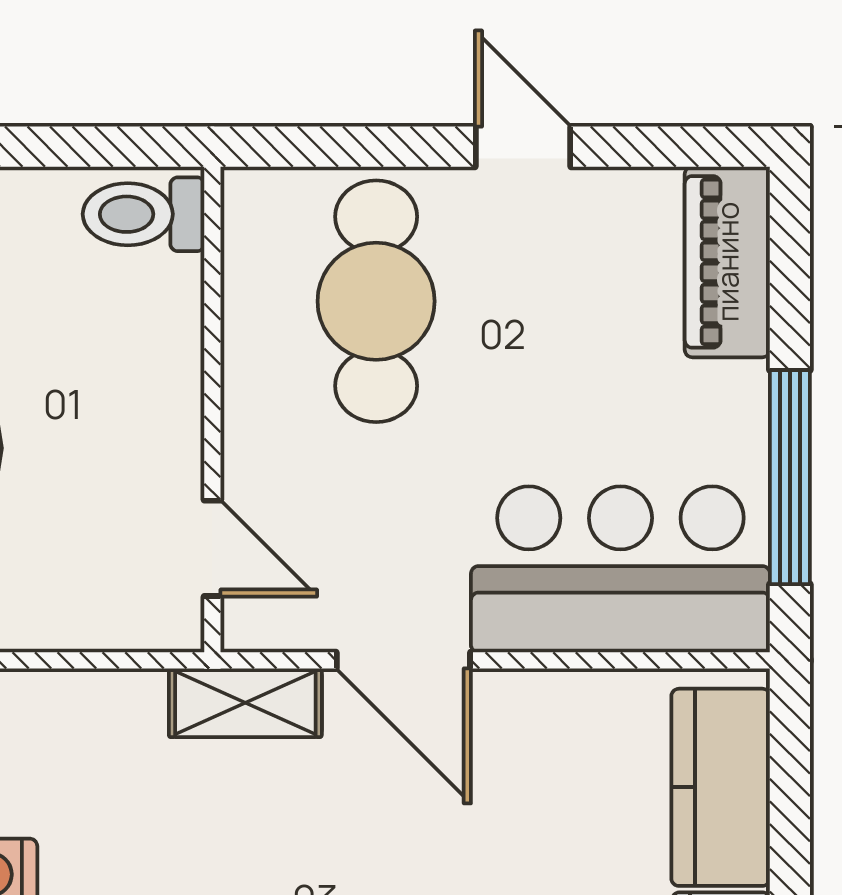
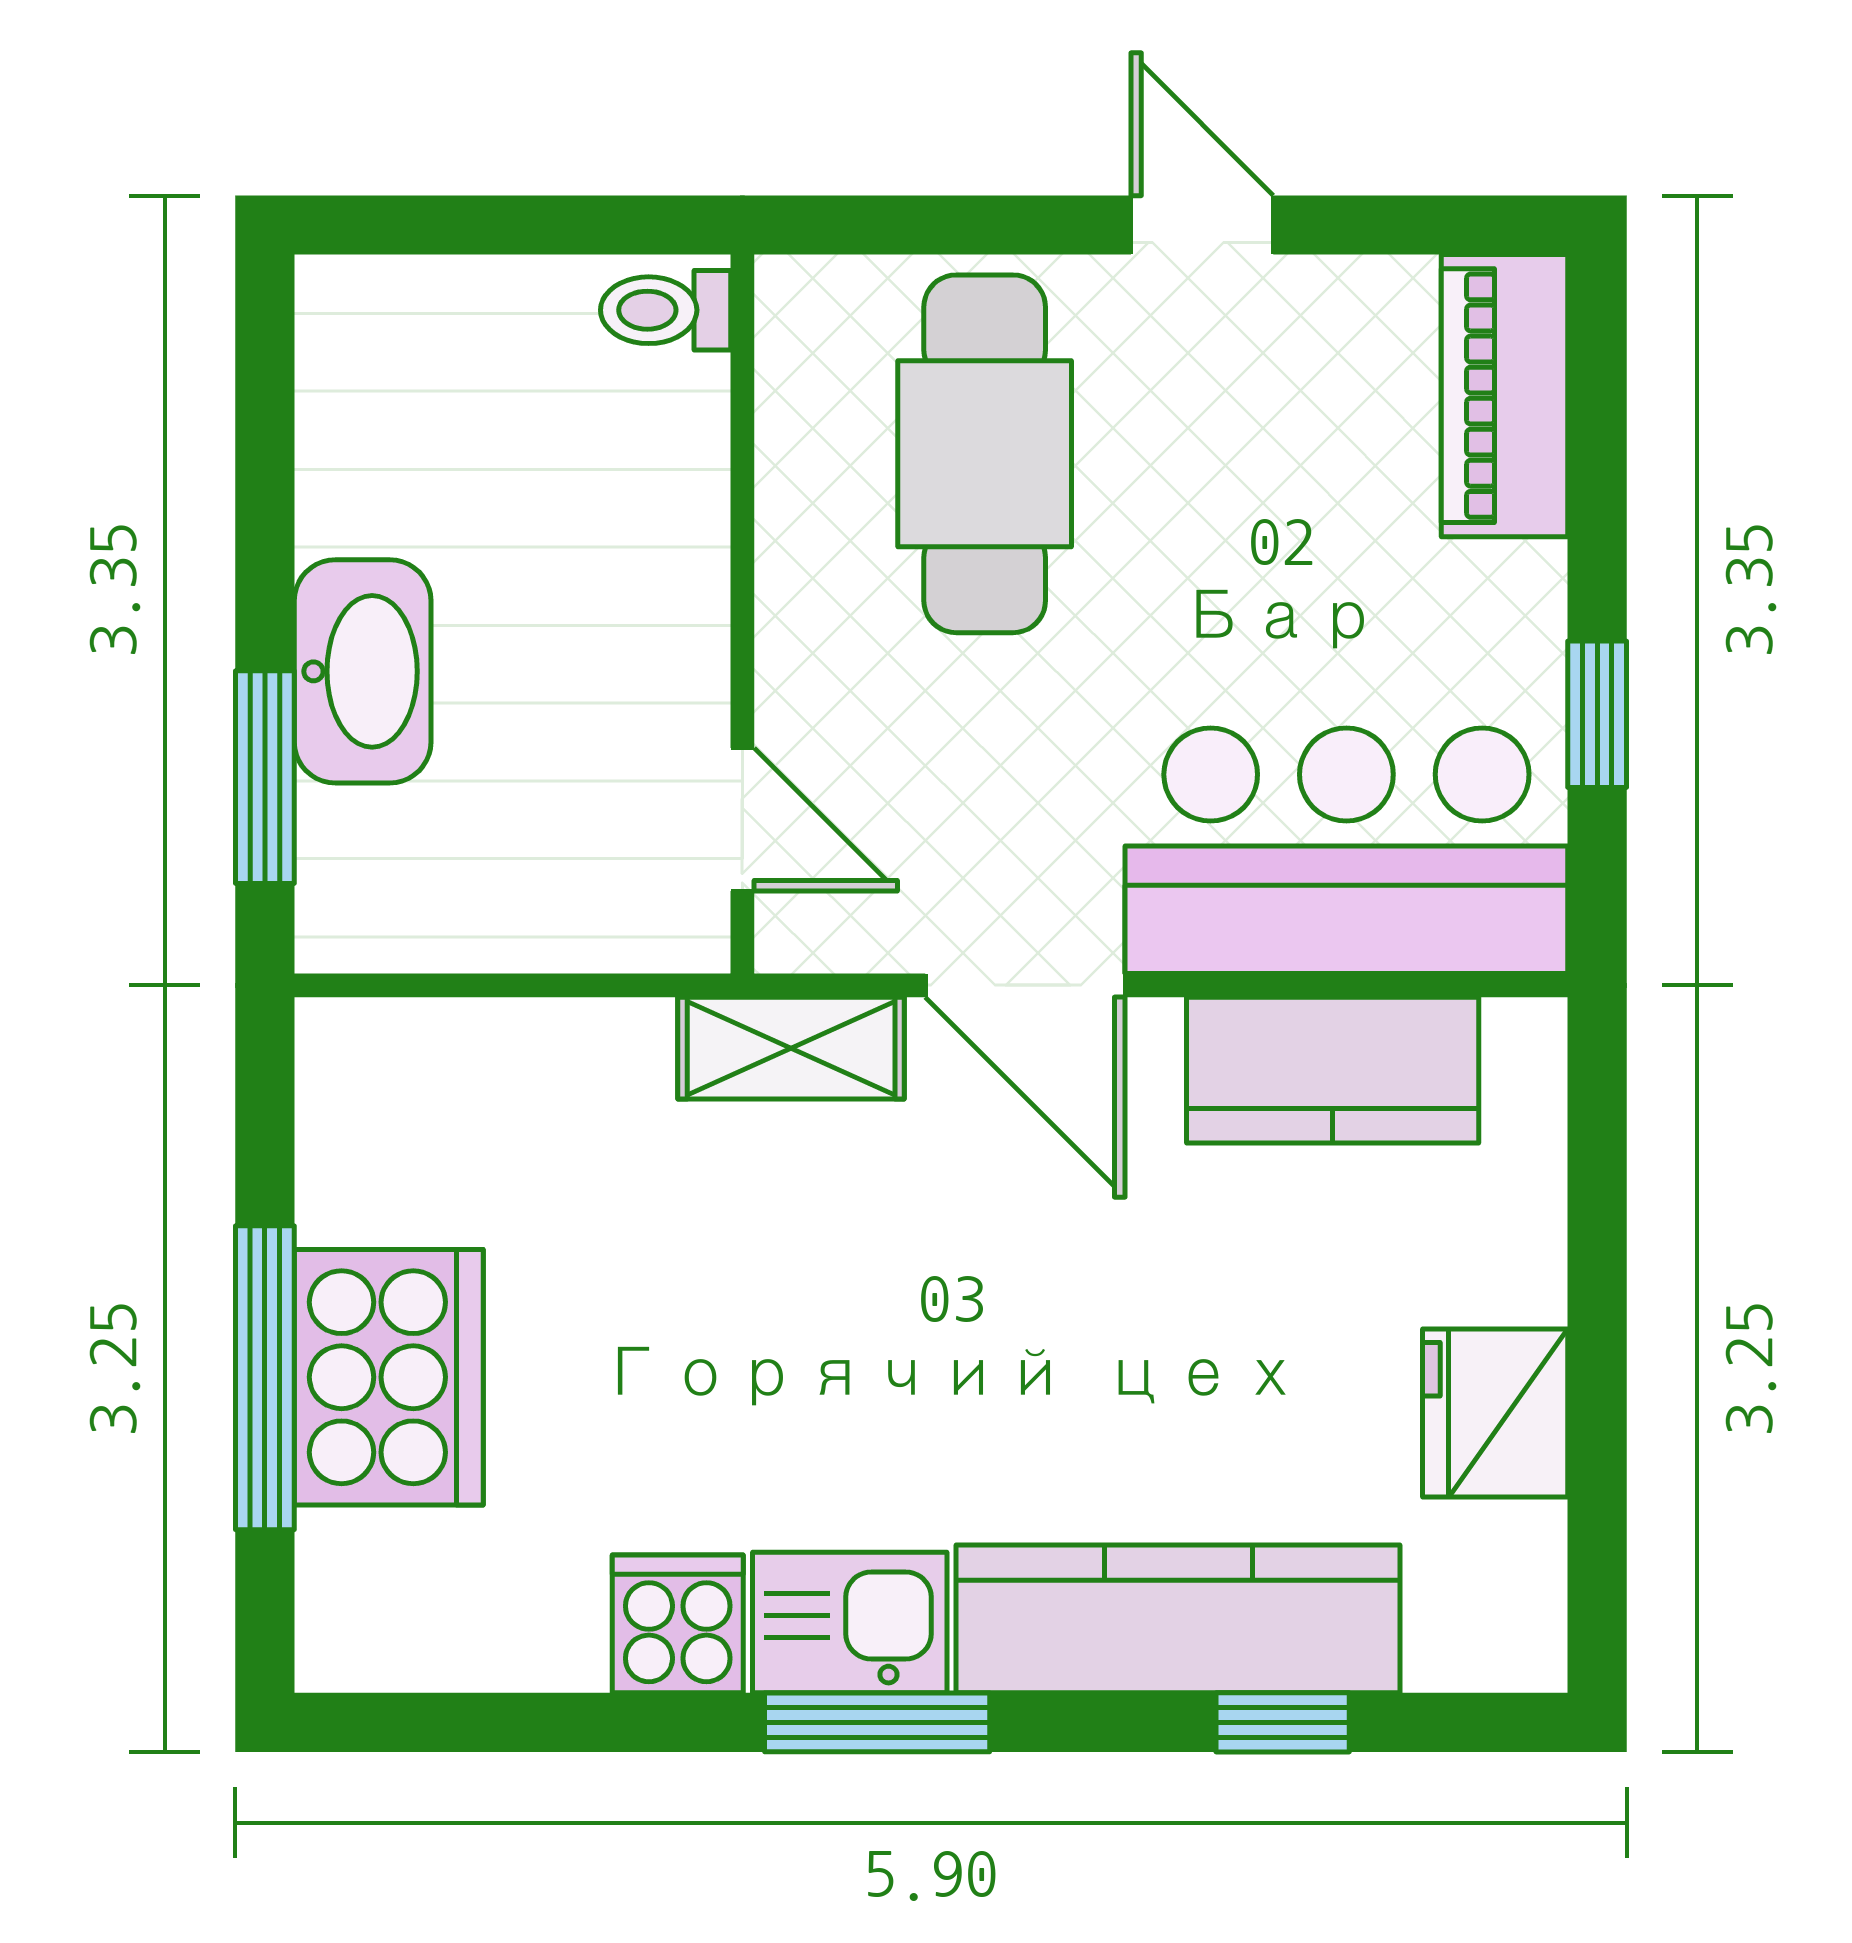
toilet: (144, 214) -> (666, 310), width x0.73, depth x0.72
window: (790, 477) -> (1597, 714), width x0.46
kitchen counter: (721, 787) -> (1333, 1070), moved, turned -90

